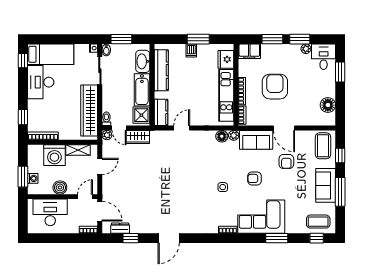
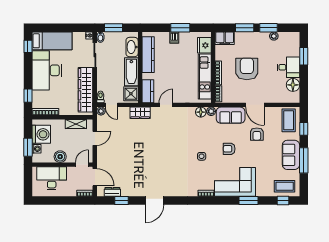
desk: (324, 57) -> (288, 67), moved, turned 90
desk: (41, 82) -> (47, 70), width x1.36, depth x1.30
wardrobe: (138, 137) -> (140, 113), moved
washing machine: (54, 155) -> (41, 134), moved, turned -90

